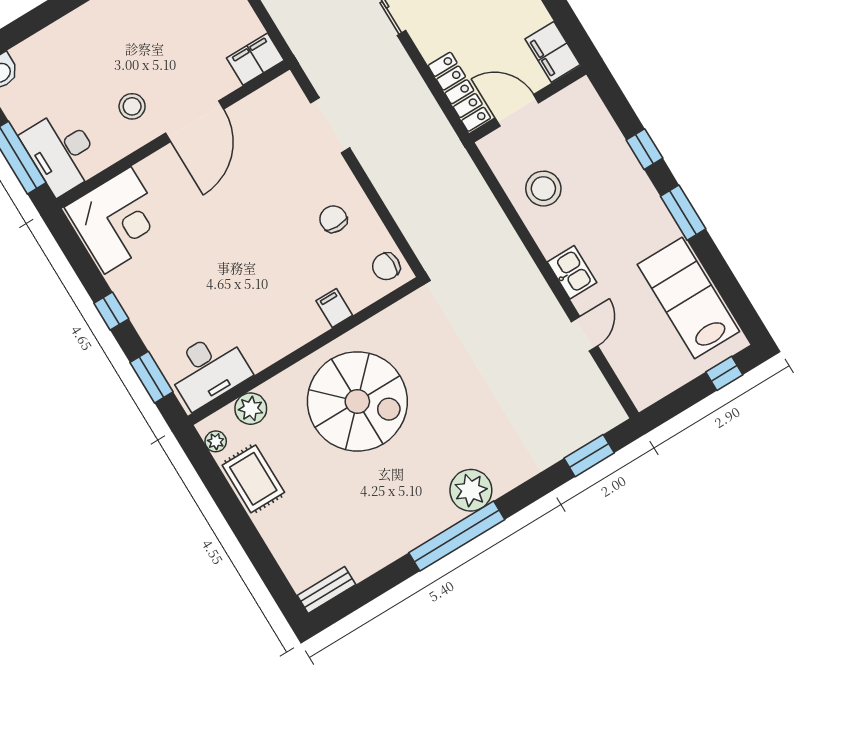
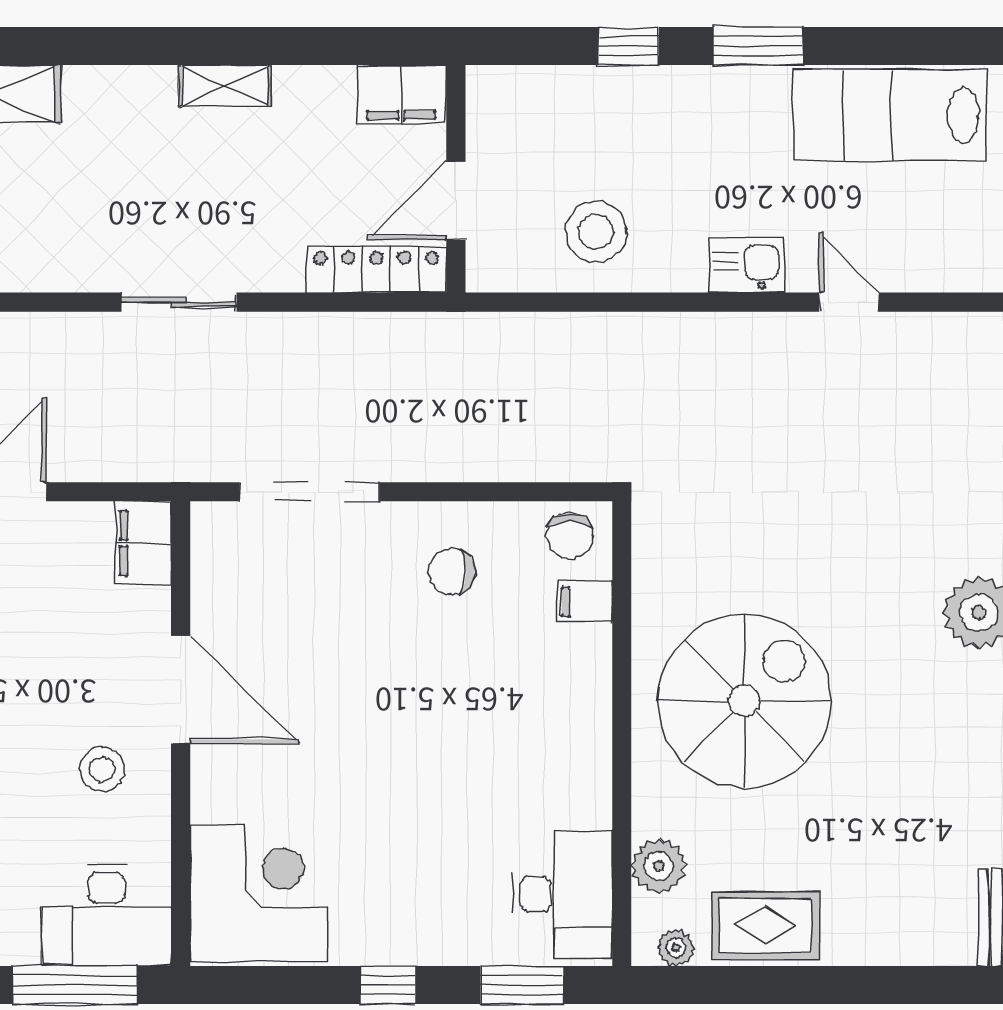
doorway: (330, 125) -> (309, 492), width x1.36
filing cabinet: (334, 308) -> (585, 602), moved

